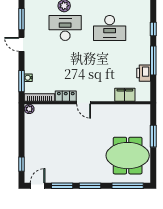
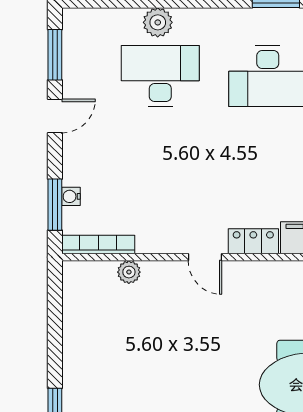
door: (22, 44) -> (55, 116), swing flipped
locker: (66, 96) -> (253, 241), moved
plant: (29, 109) -> (129, 272), moved

